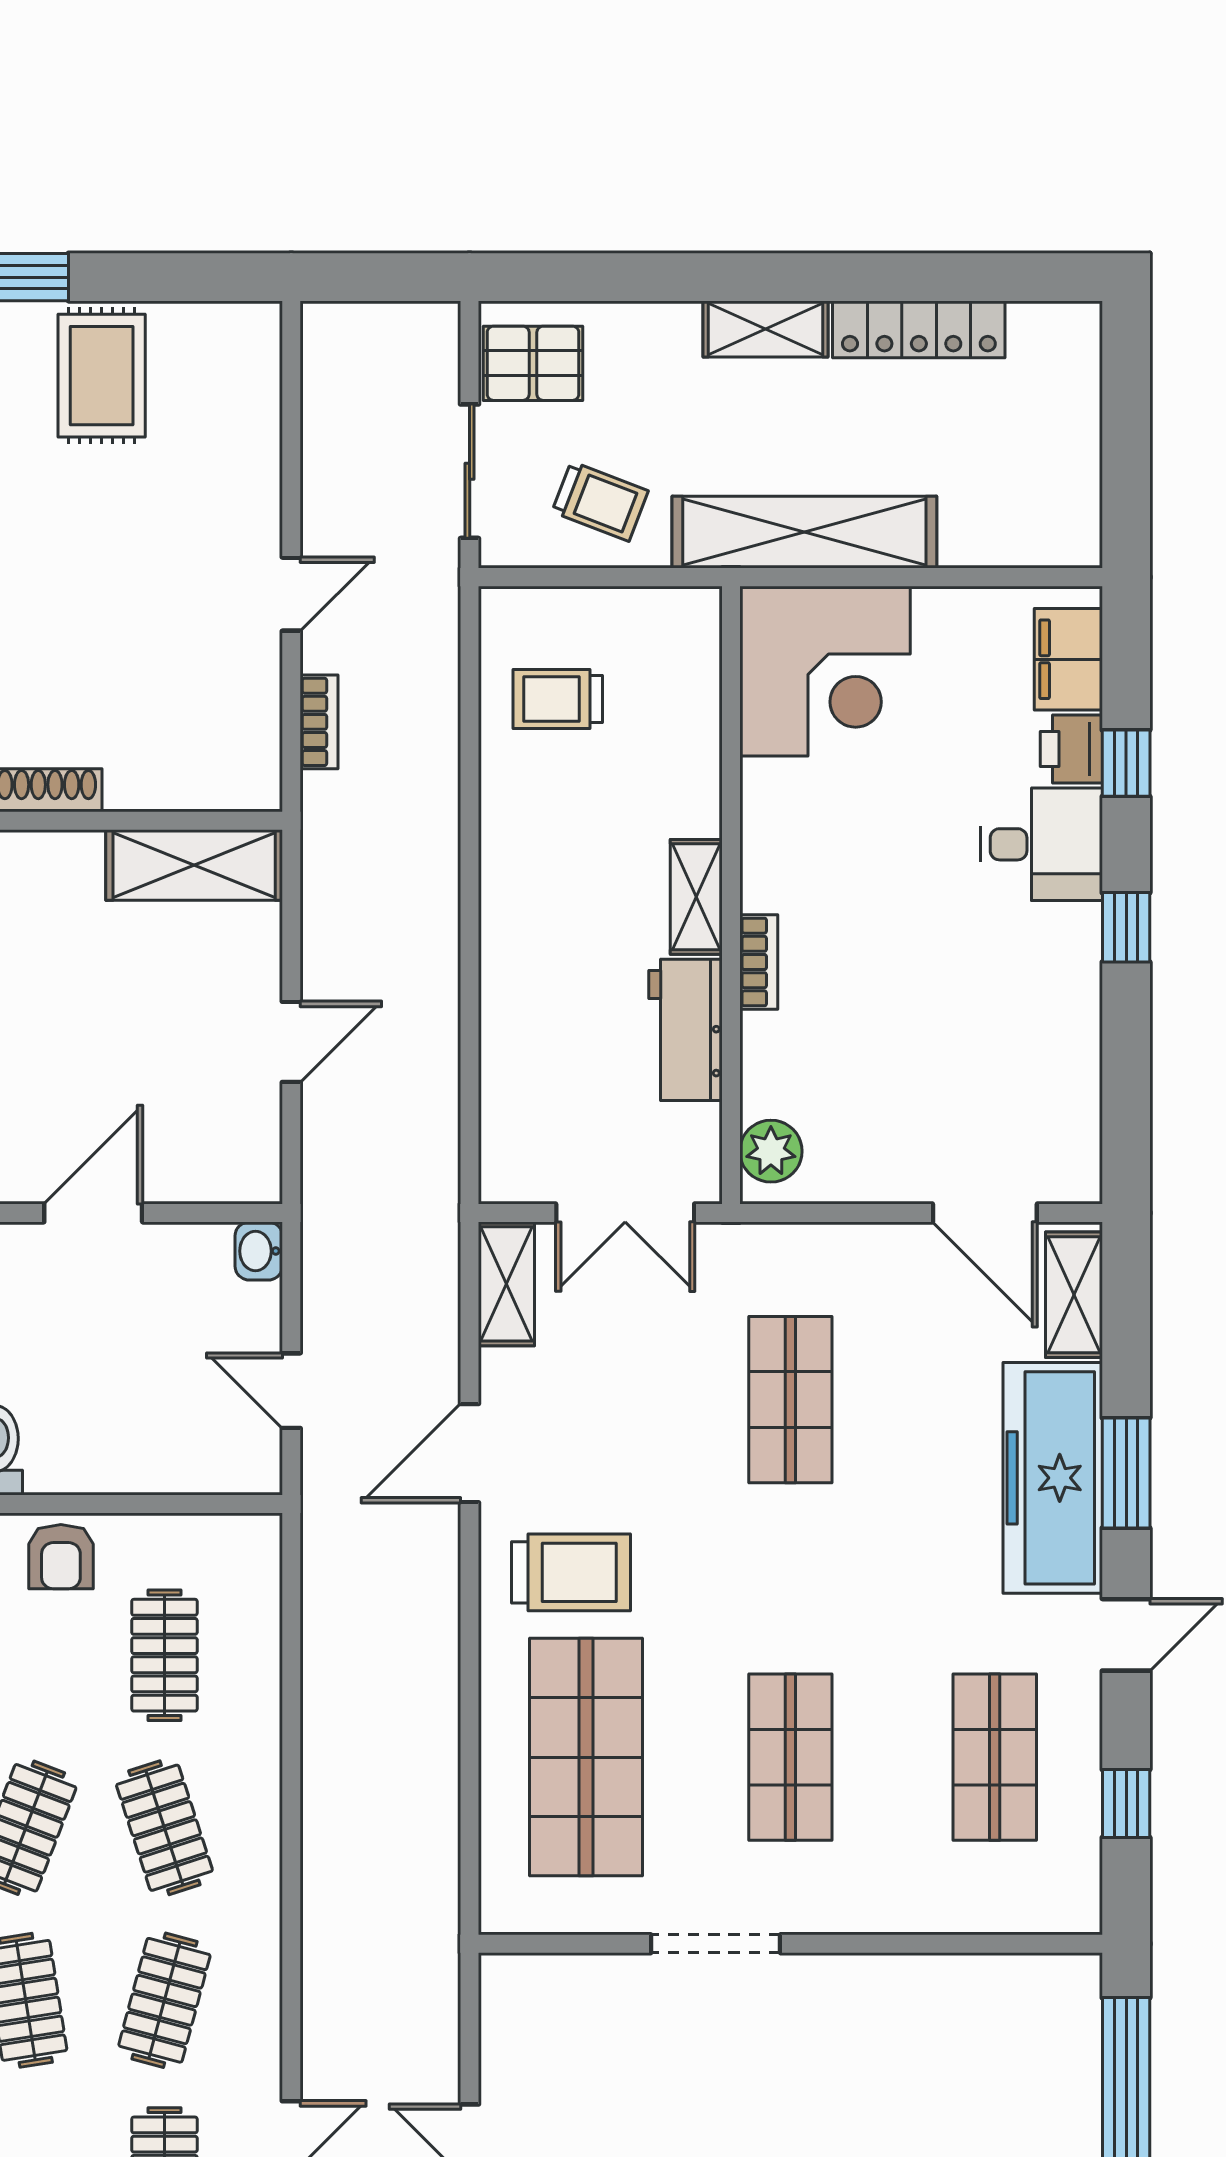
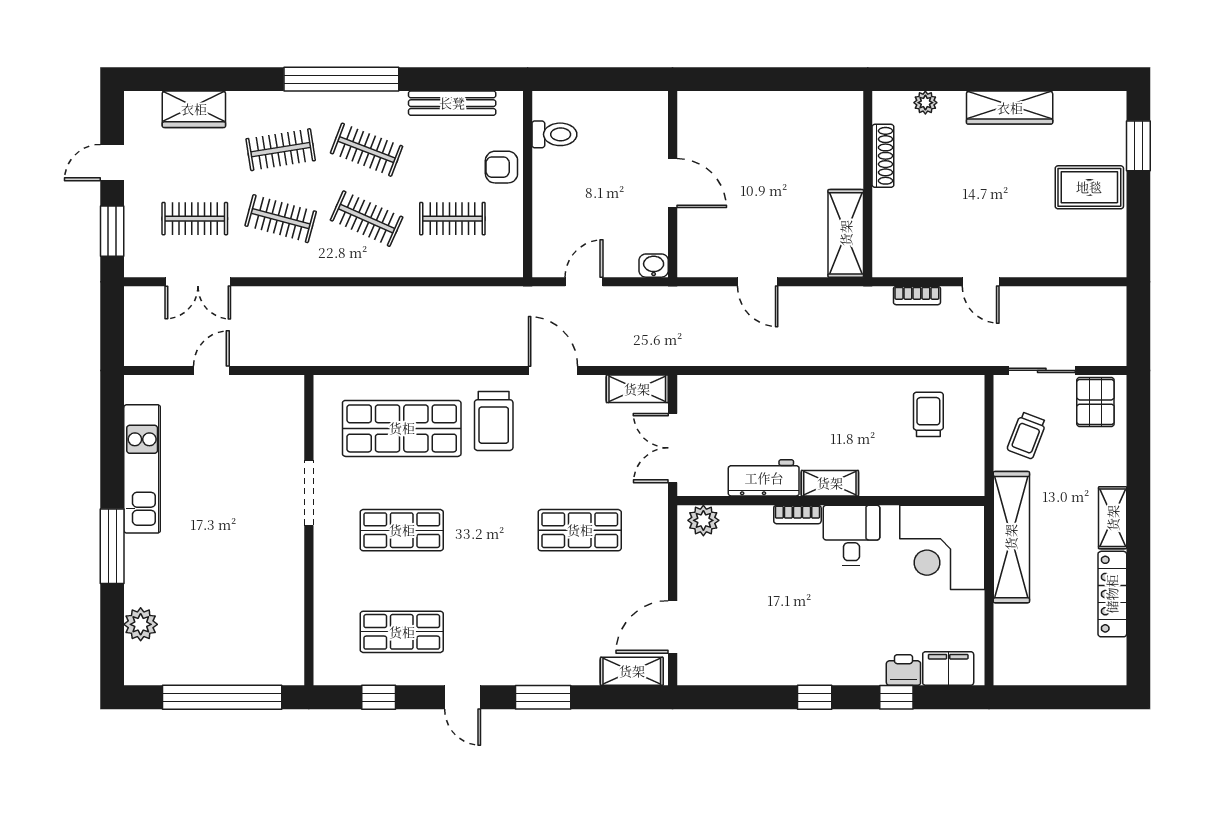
desk: (1041, 844) -> (851, 535), moved, turned 180
freezer: (1053, 1478) -> (541, 661), removed
clothes rail: (164, 1828) -> (367, 219), turned 42

